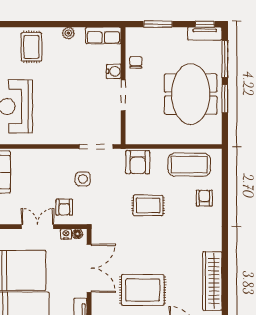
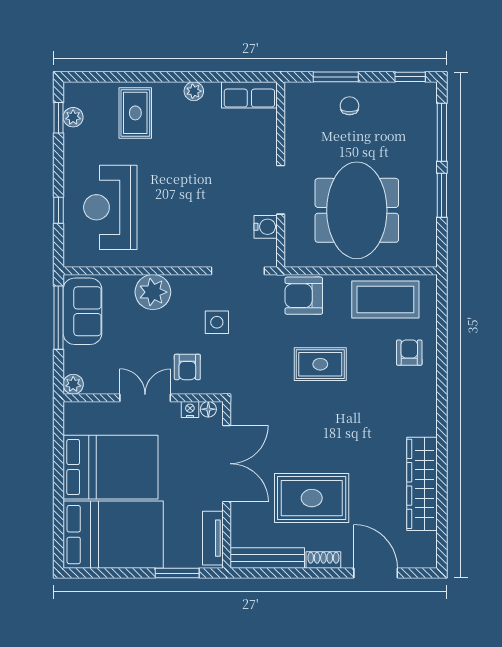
tv unit: (205, 34) -> (410, 92), removed
chair: (136, 63) -> (349, 106), moved
water cooler: (114, 71) -> (266, 227), moved
meeting table: (191, 94) -> (357, 210), moved
plant: (42, 160) -> (153, 292), added
armchair: (138, 162) -> (304, 296), turned 90

